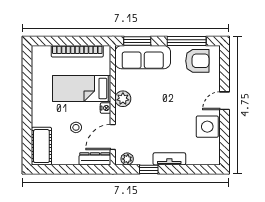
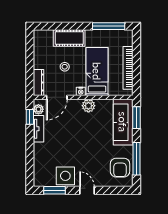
window: (27, 75) -> (109, 26), added
door: (113, 137) -> (57, 97), swing flipped
window: (225, 140) -> (55, 190), added
cot: (41, 146) -> (69, 38), moved
tv unit: (169, 159) -> (39, 129), moved
window: (149, 169) -> (30, 117), moved

